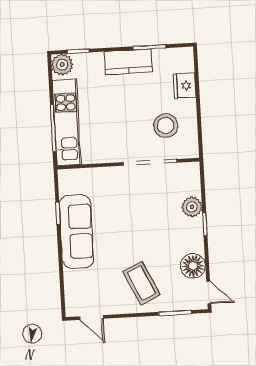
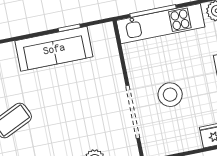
stool: (166, 126) -> (170, 95), moved

